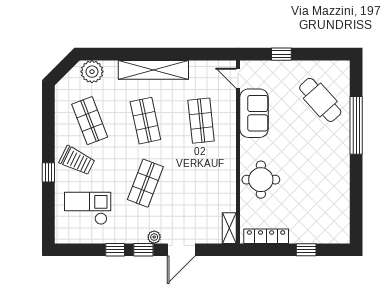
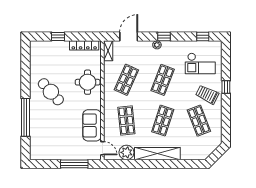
window: (281, 54) -> (74, 164), width x2.17
plant: (92, 72) -> (126, 152), moved
cafe table: (320, 100) -> (51, 92), moved
shop shelf: (145, 121) -> (163, 121), turned 30
shop shelf: (201, 183) -> (126, 80), added
window: (115, 250) -> (203, 37), moved
door: (181, 250) -> (129, 37), moved

